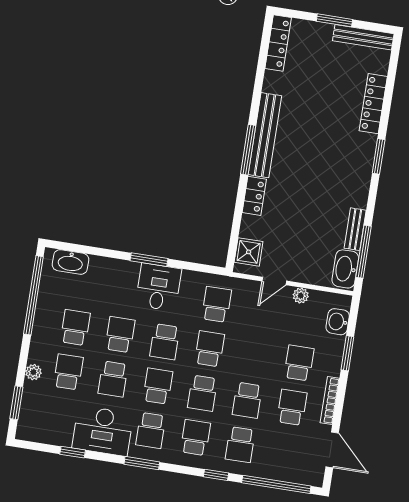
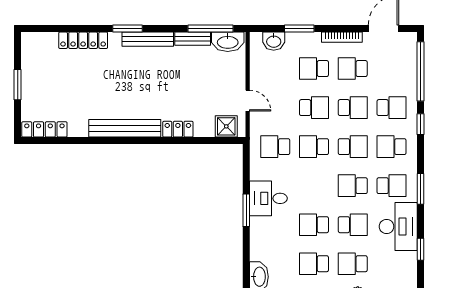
bench: (363, 37) -> (148, 39), moved, turned 90
window: (248, 150) -> (139, 141), removed
plant: (301, 296) -> (256, 76), removed
school desk: (165, 342) -> (314, 108), moved

